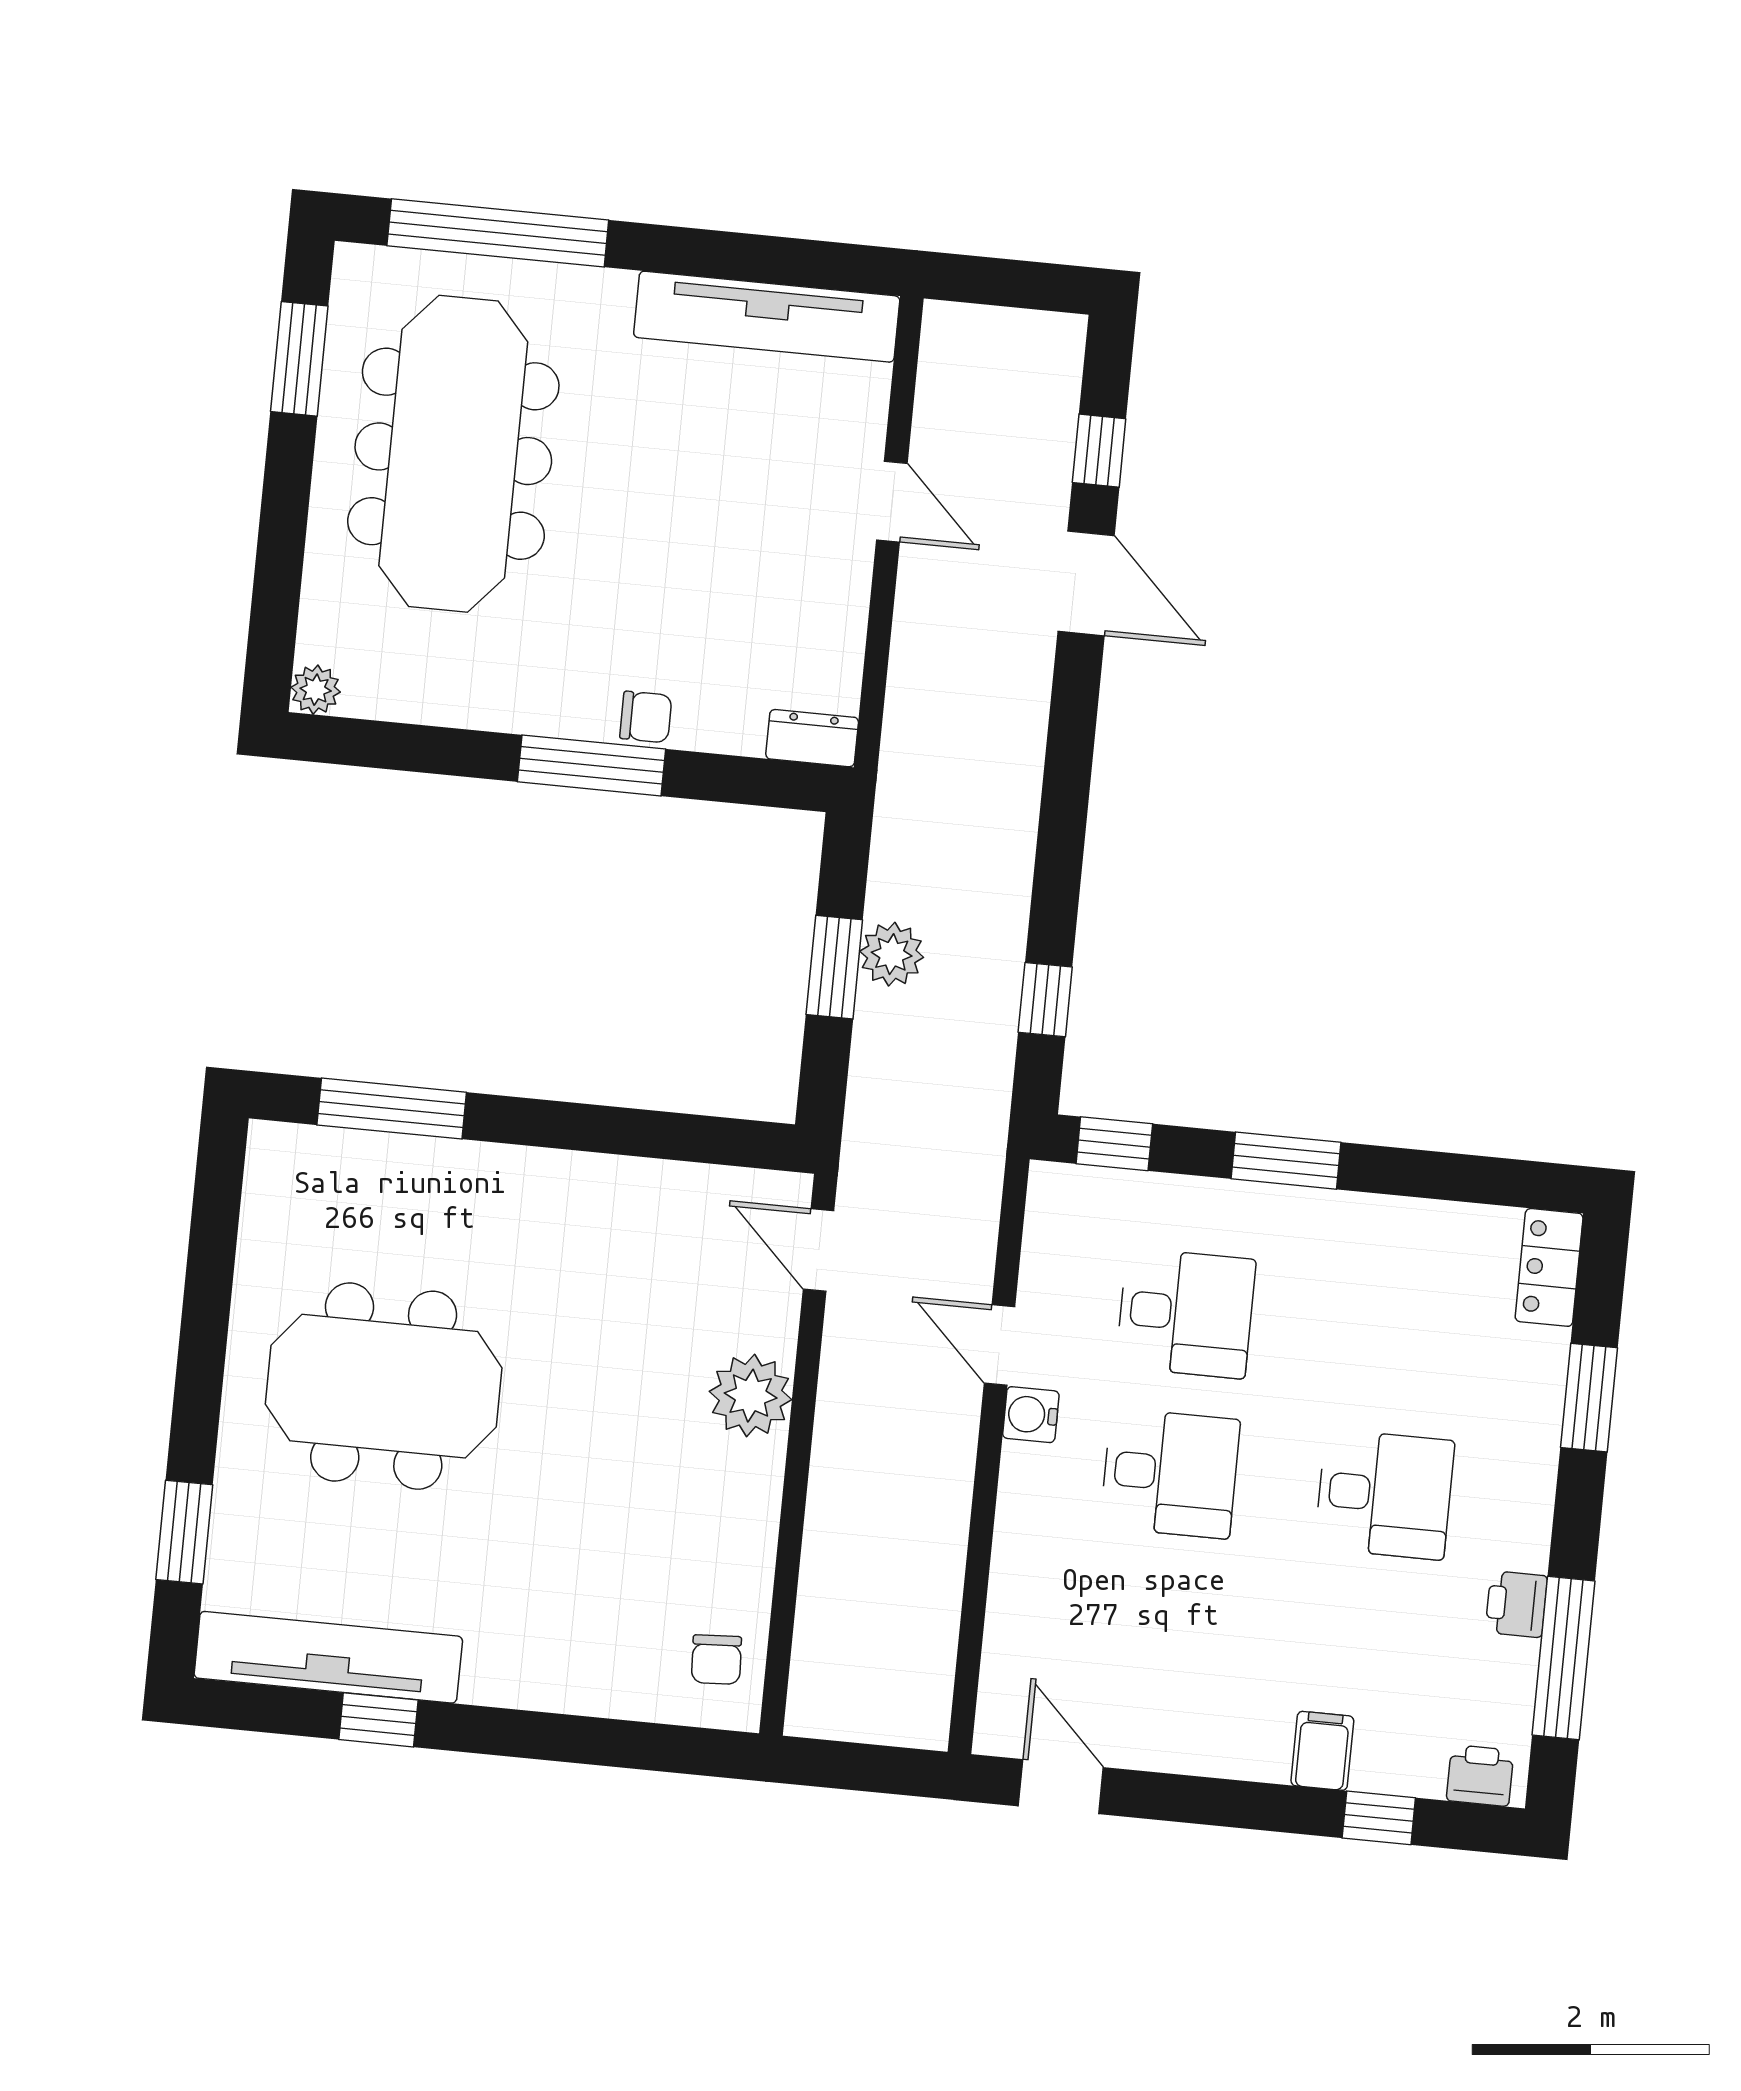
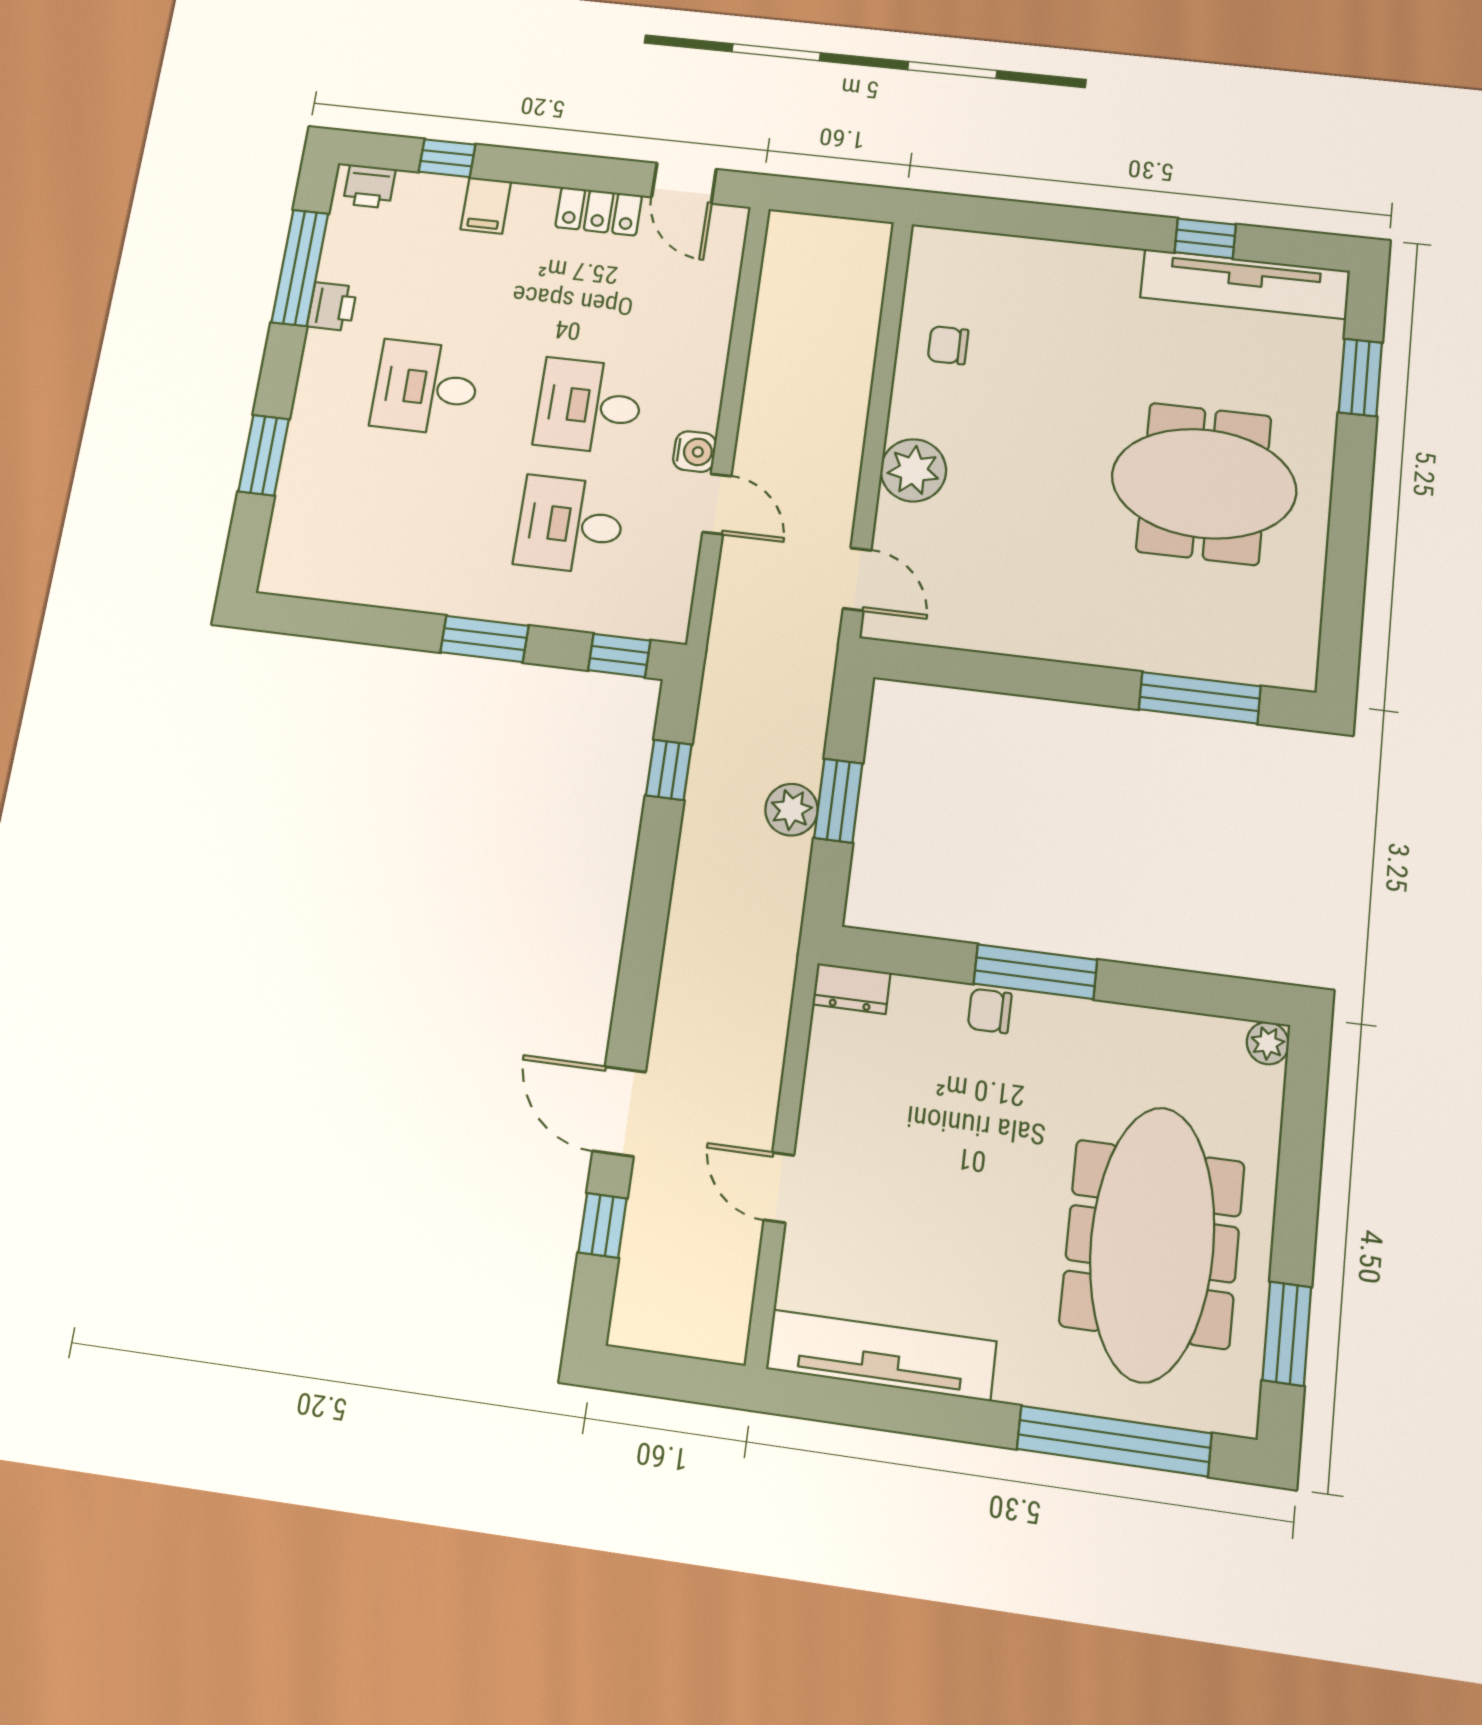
locker: (1549, 1267) -> (599, 211), moved, turned 90
chair: (716, 1660) -> (948, 345), moved, turned -87

